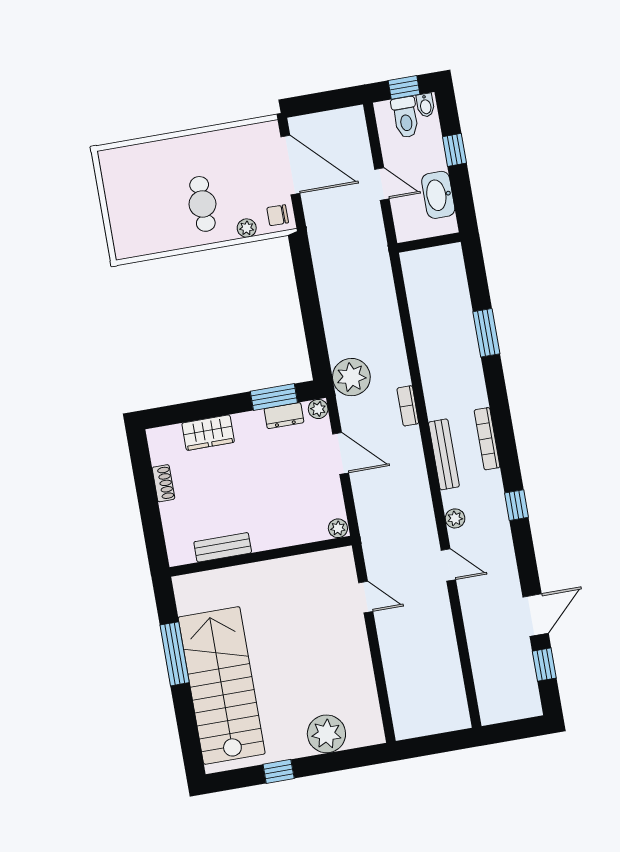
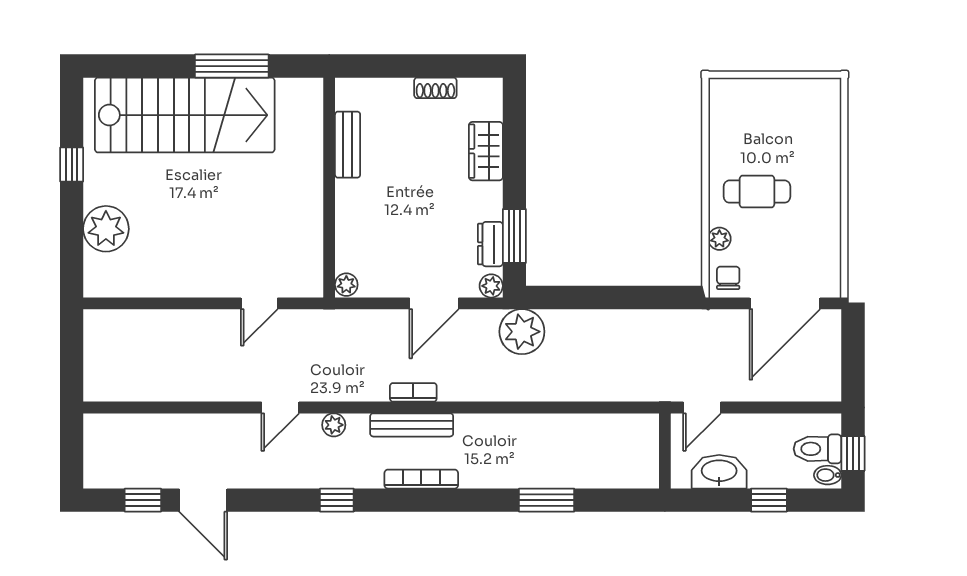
door: (382, 184) -> (702, 407), moved
bookcase: (408, 406) -> (413, 392), moved

